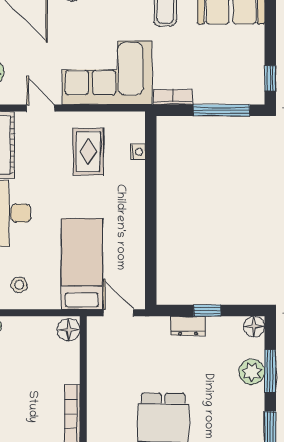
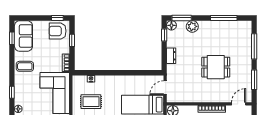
armchair: (242, 79) -> (58, 31), added
window: (221, 110) -> (72, 40), width x0.46
window: (207, 311) -> (164, 35), moved
window: (270, 371) -> (182, 18), moved

